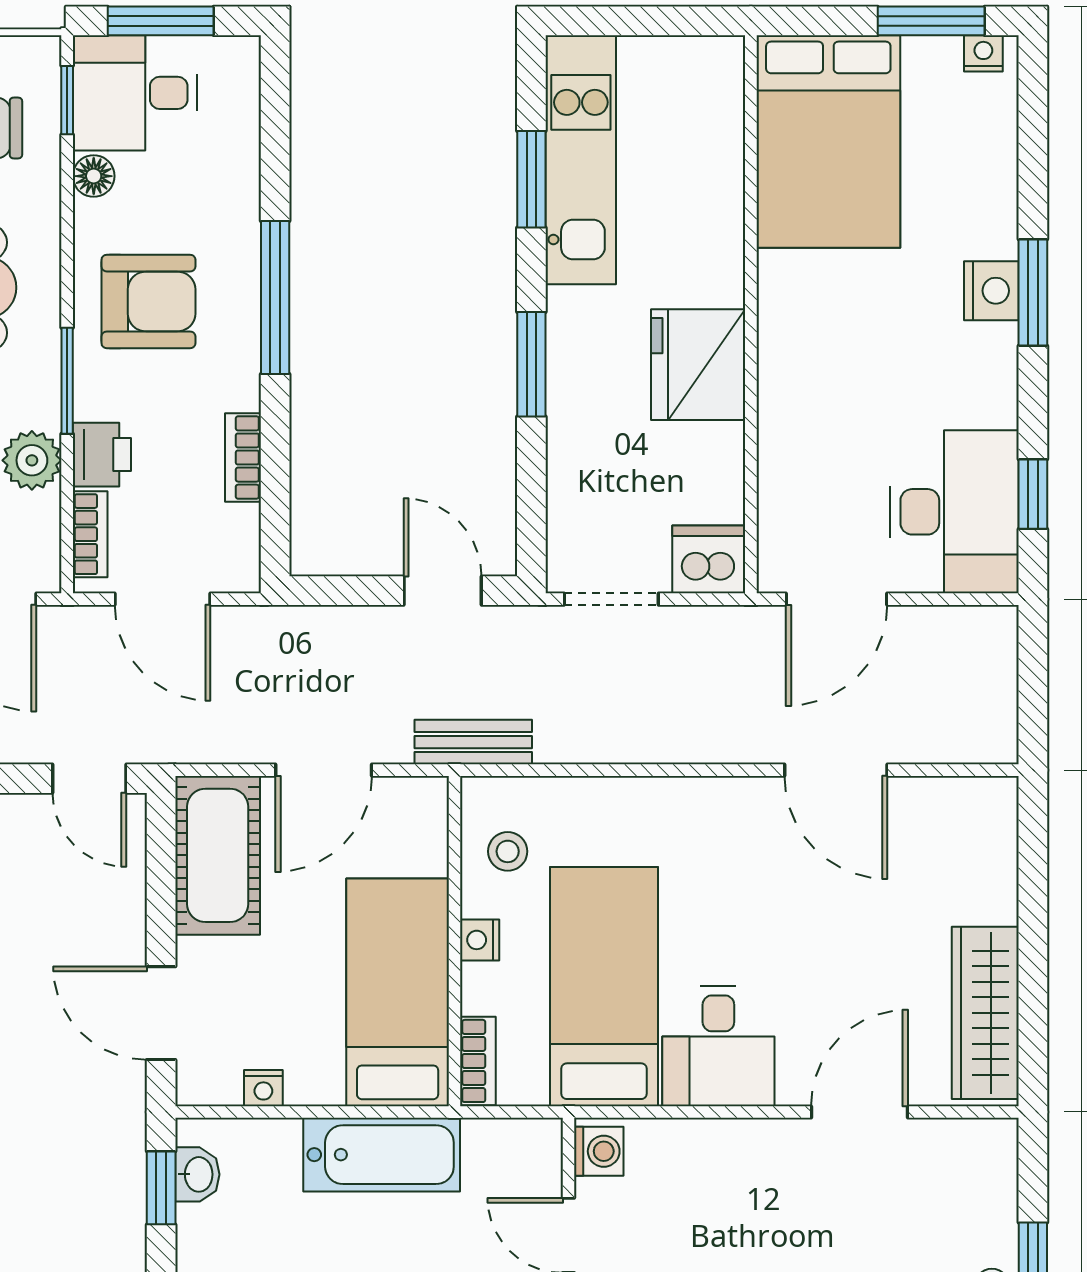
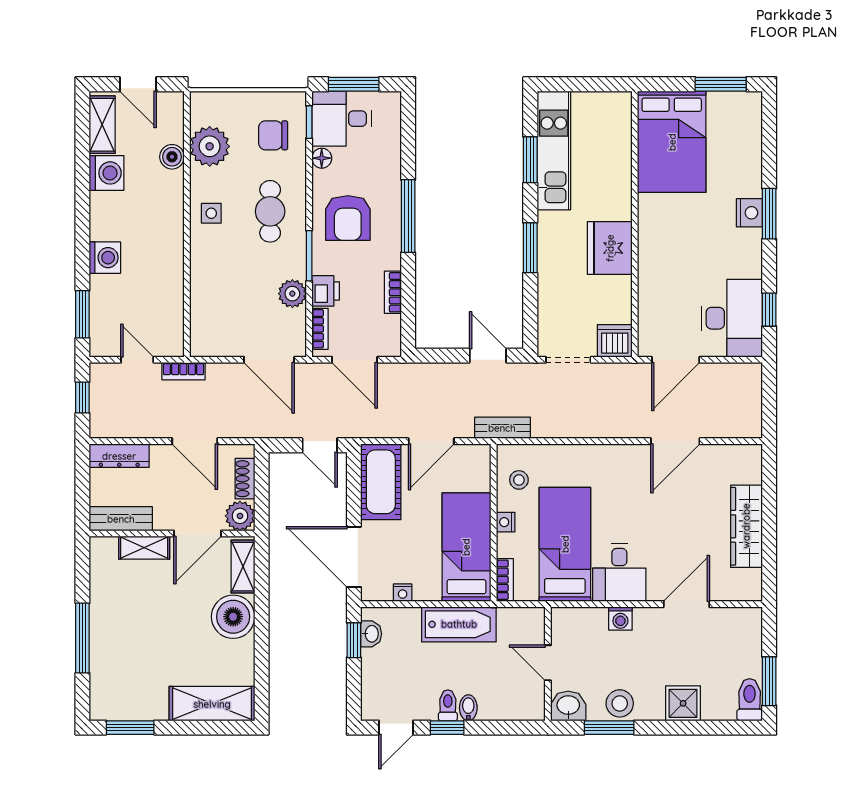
nightstand: (983, 53) -> (746, 100), removed
armchair: (148, 301) -> (348, 218), turned 90
door: (836, 770) -> (675, 441), hinge flipped
door: (161, 1013) -> (354, 557), width x1.36
wardrobe: (985, 1013) -> (746, 526), moved
washing machine: (599, 1151) -> (620, 618), moved, turned 90

